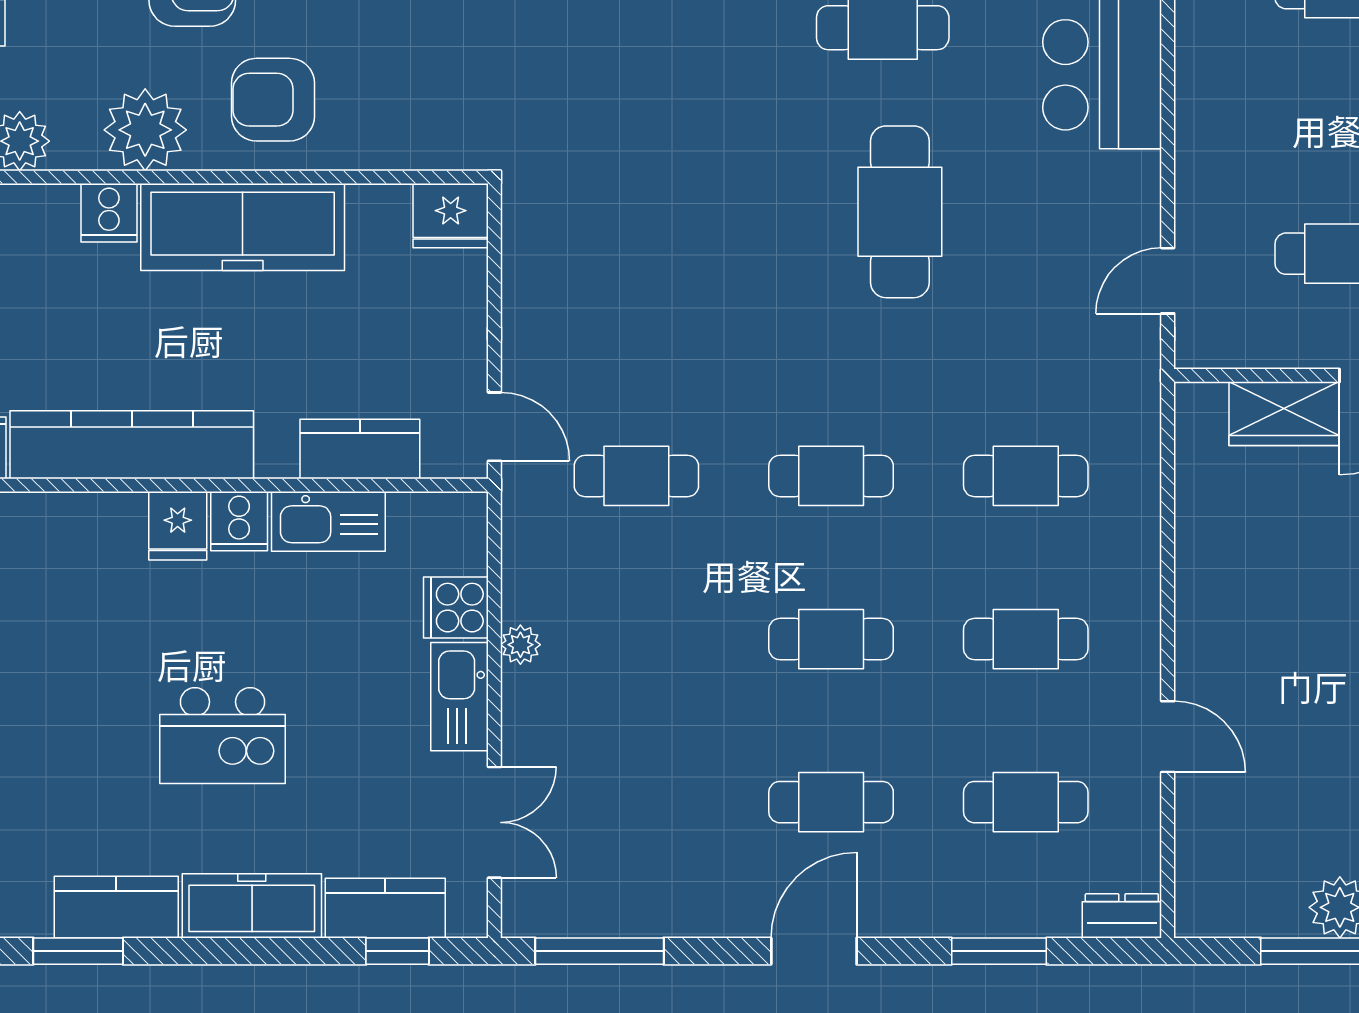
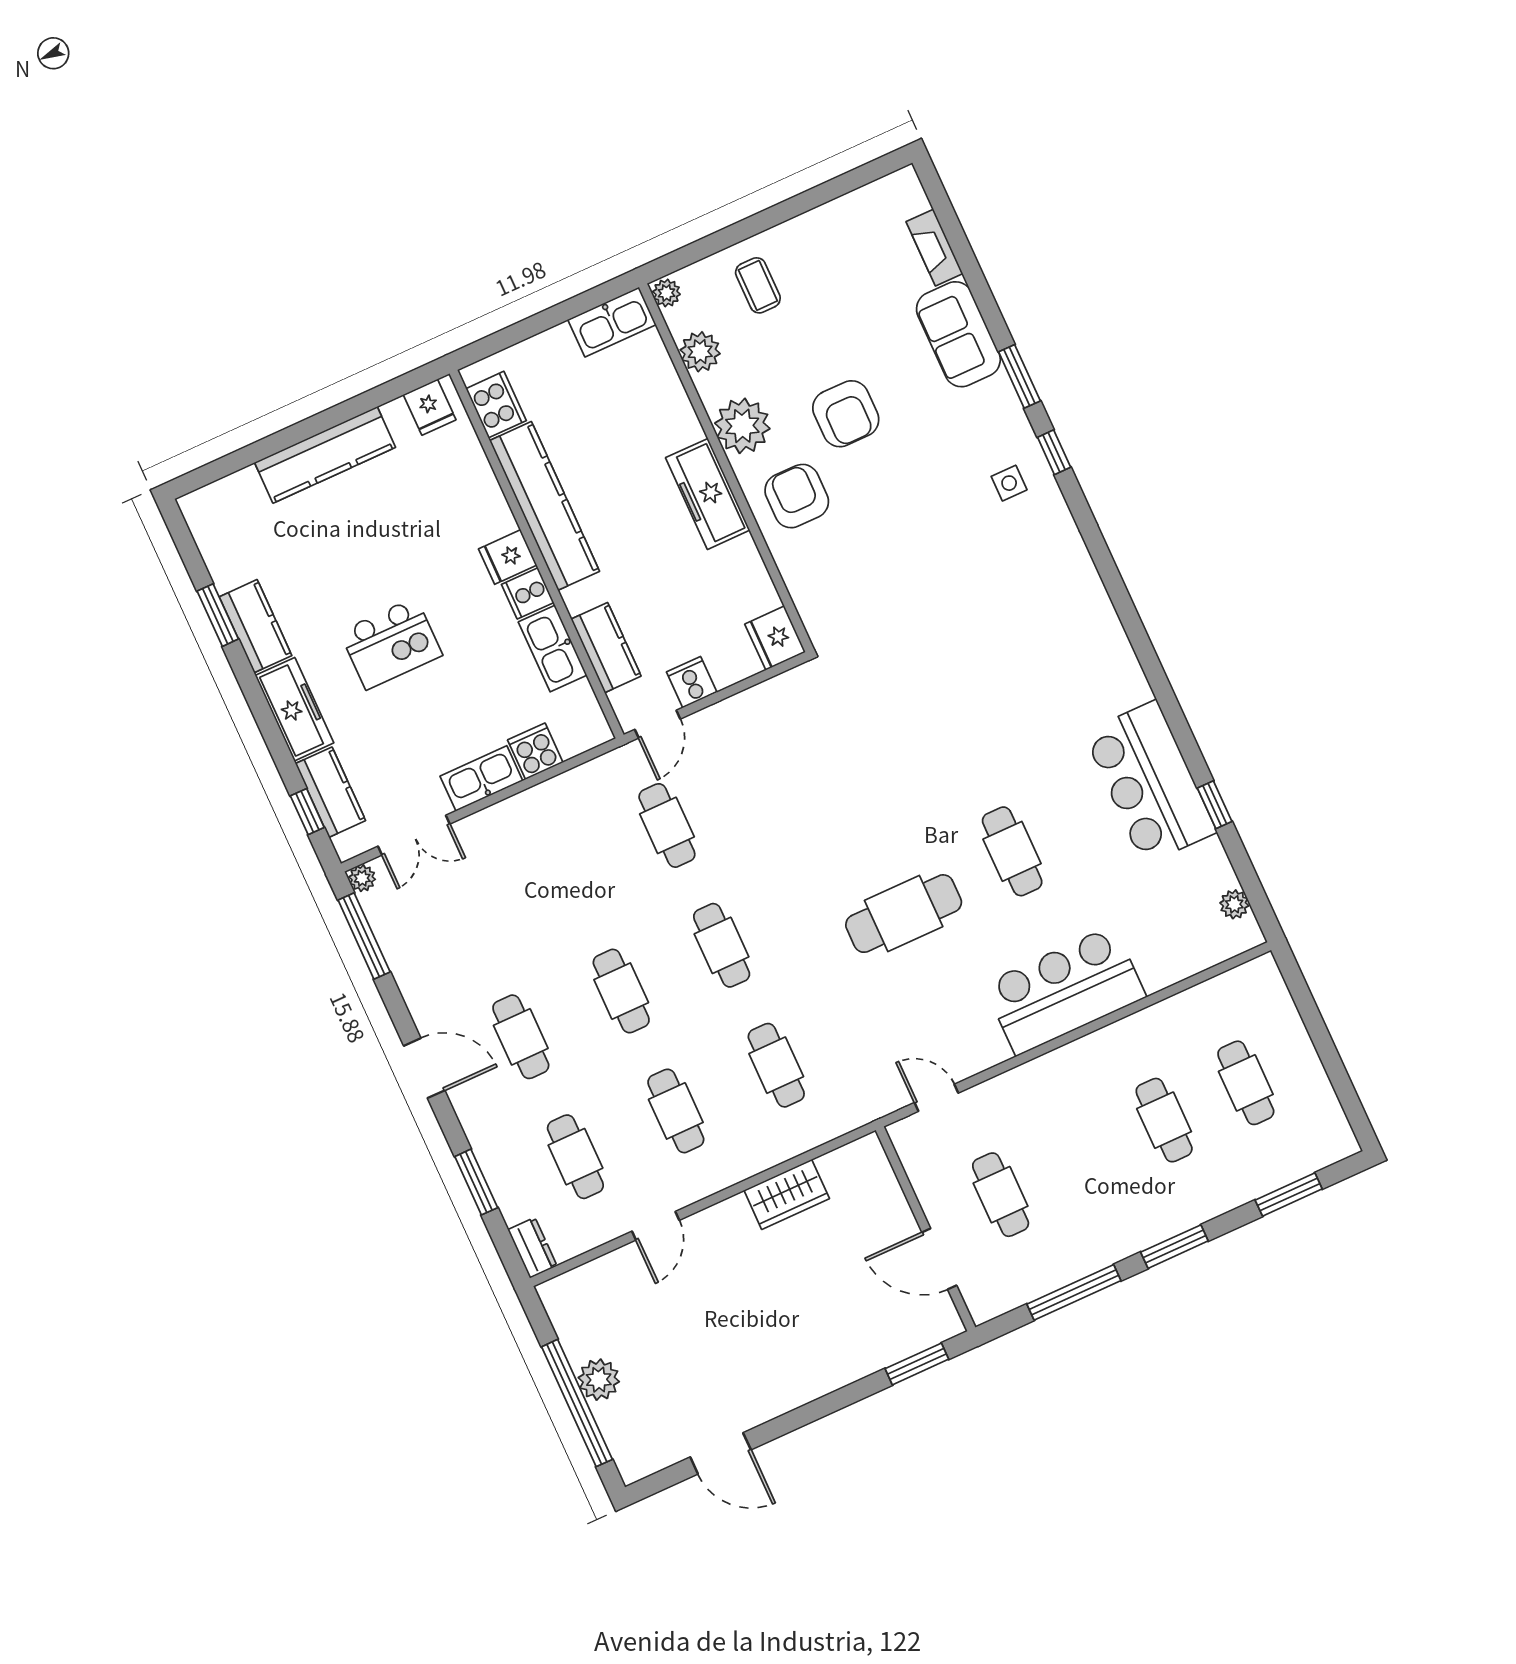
cooker: (109, 213) -> (692, 682), moved, turned 90
freezer: (243, 227) -> (708, 494), width x0.73, depth x0.79
wardrobe: (1284, 414) -> (787, 1194), moved, turned -90
plant: (520, 645) -> (362, 878), moved
kitchen island: (223, 736) -> (391, 643), turned -90

